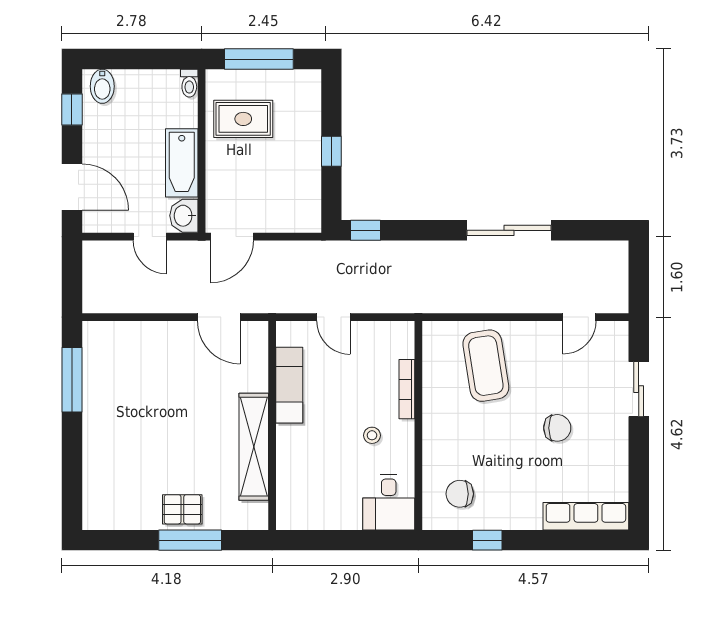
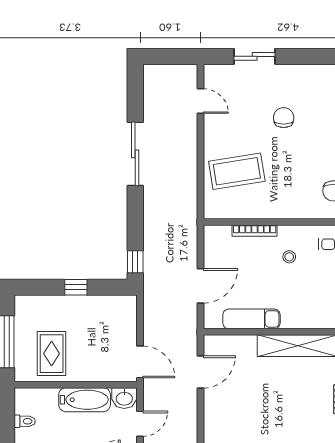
toilet: (189, 83) -> (25, 421), moved
door: (333, 317) -> (200, 286), width x1.38

